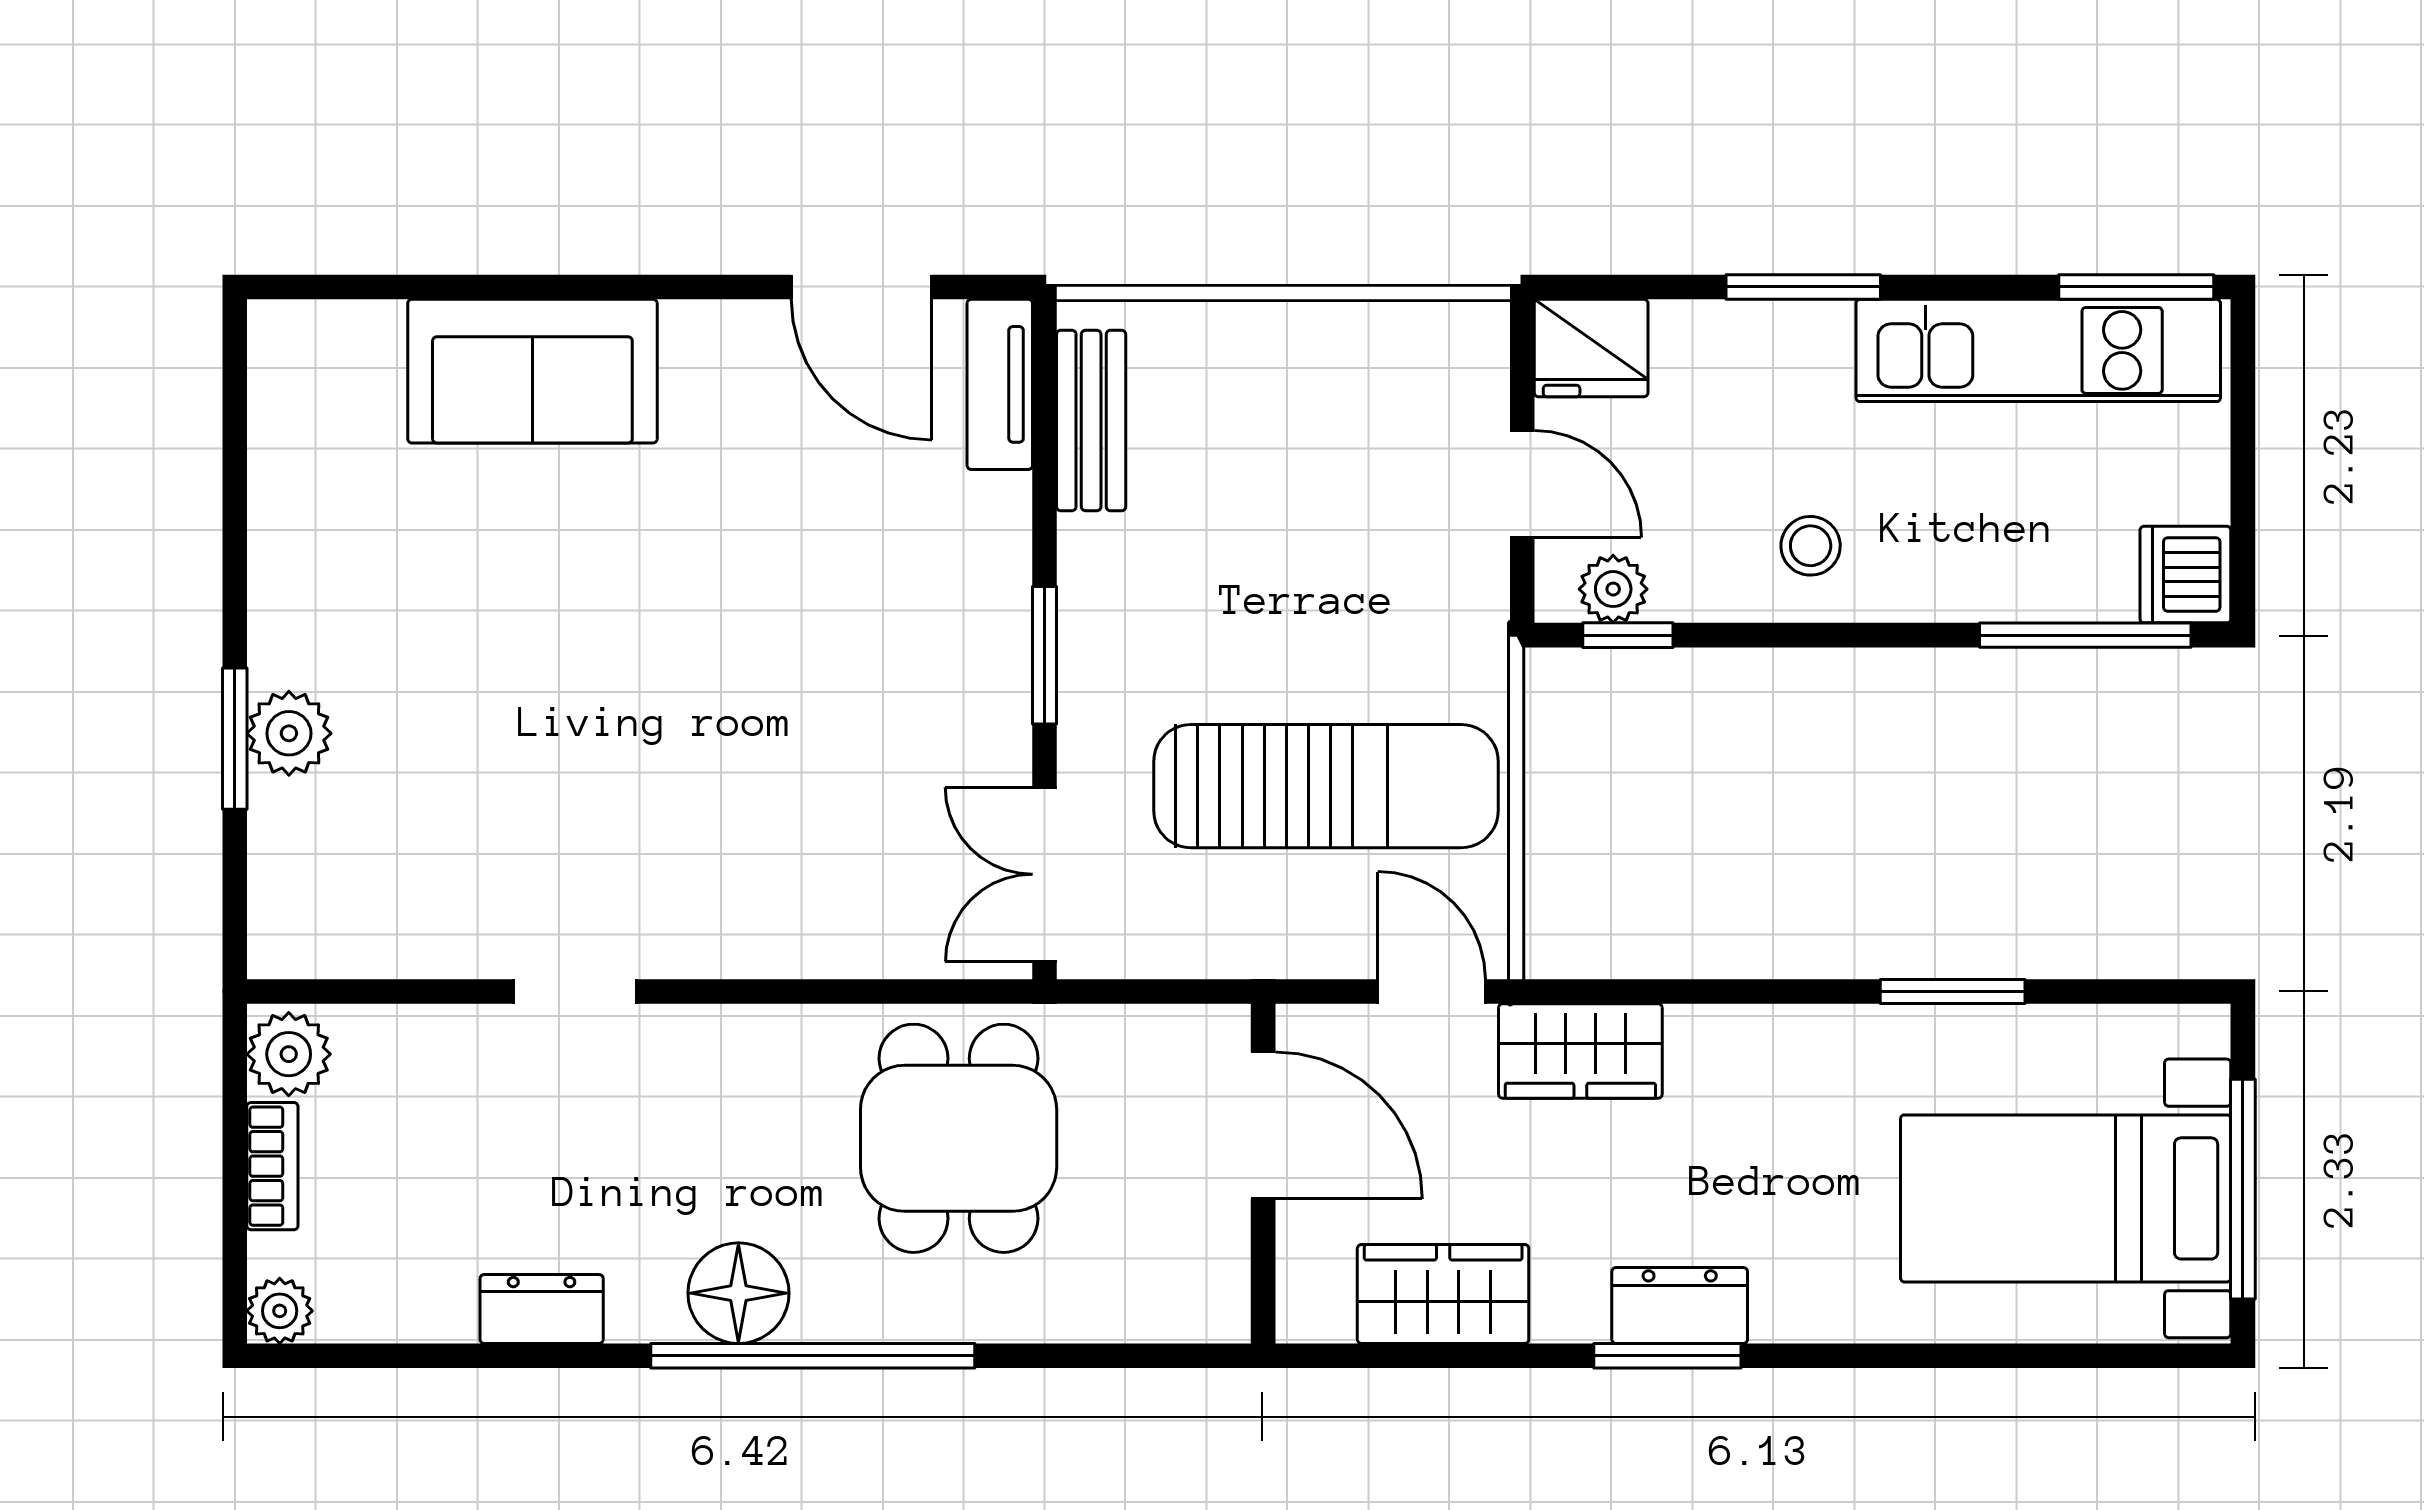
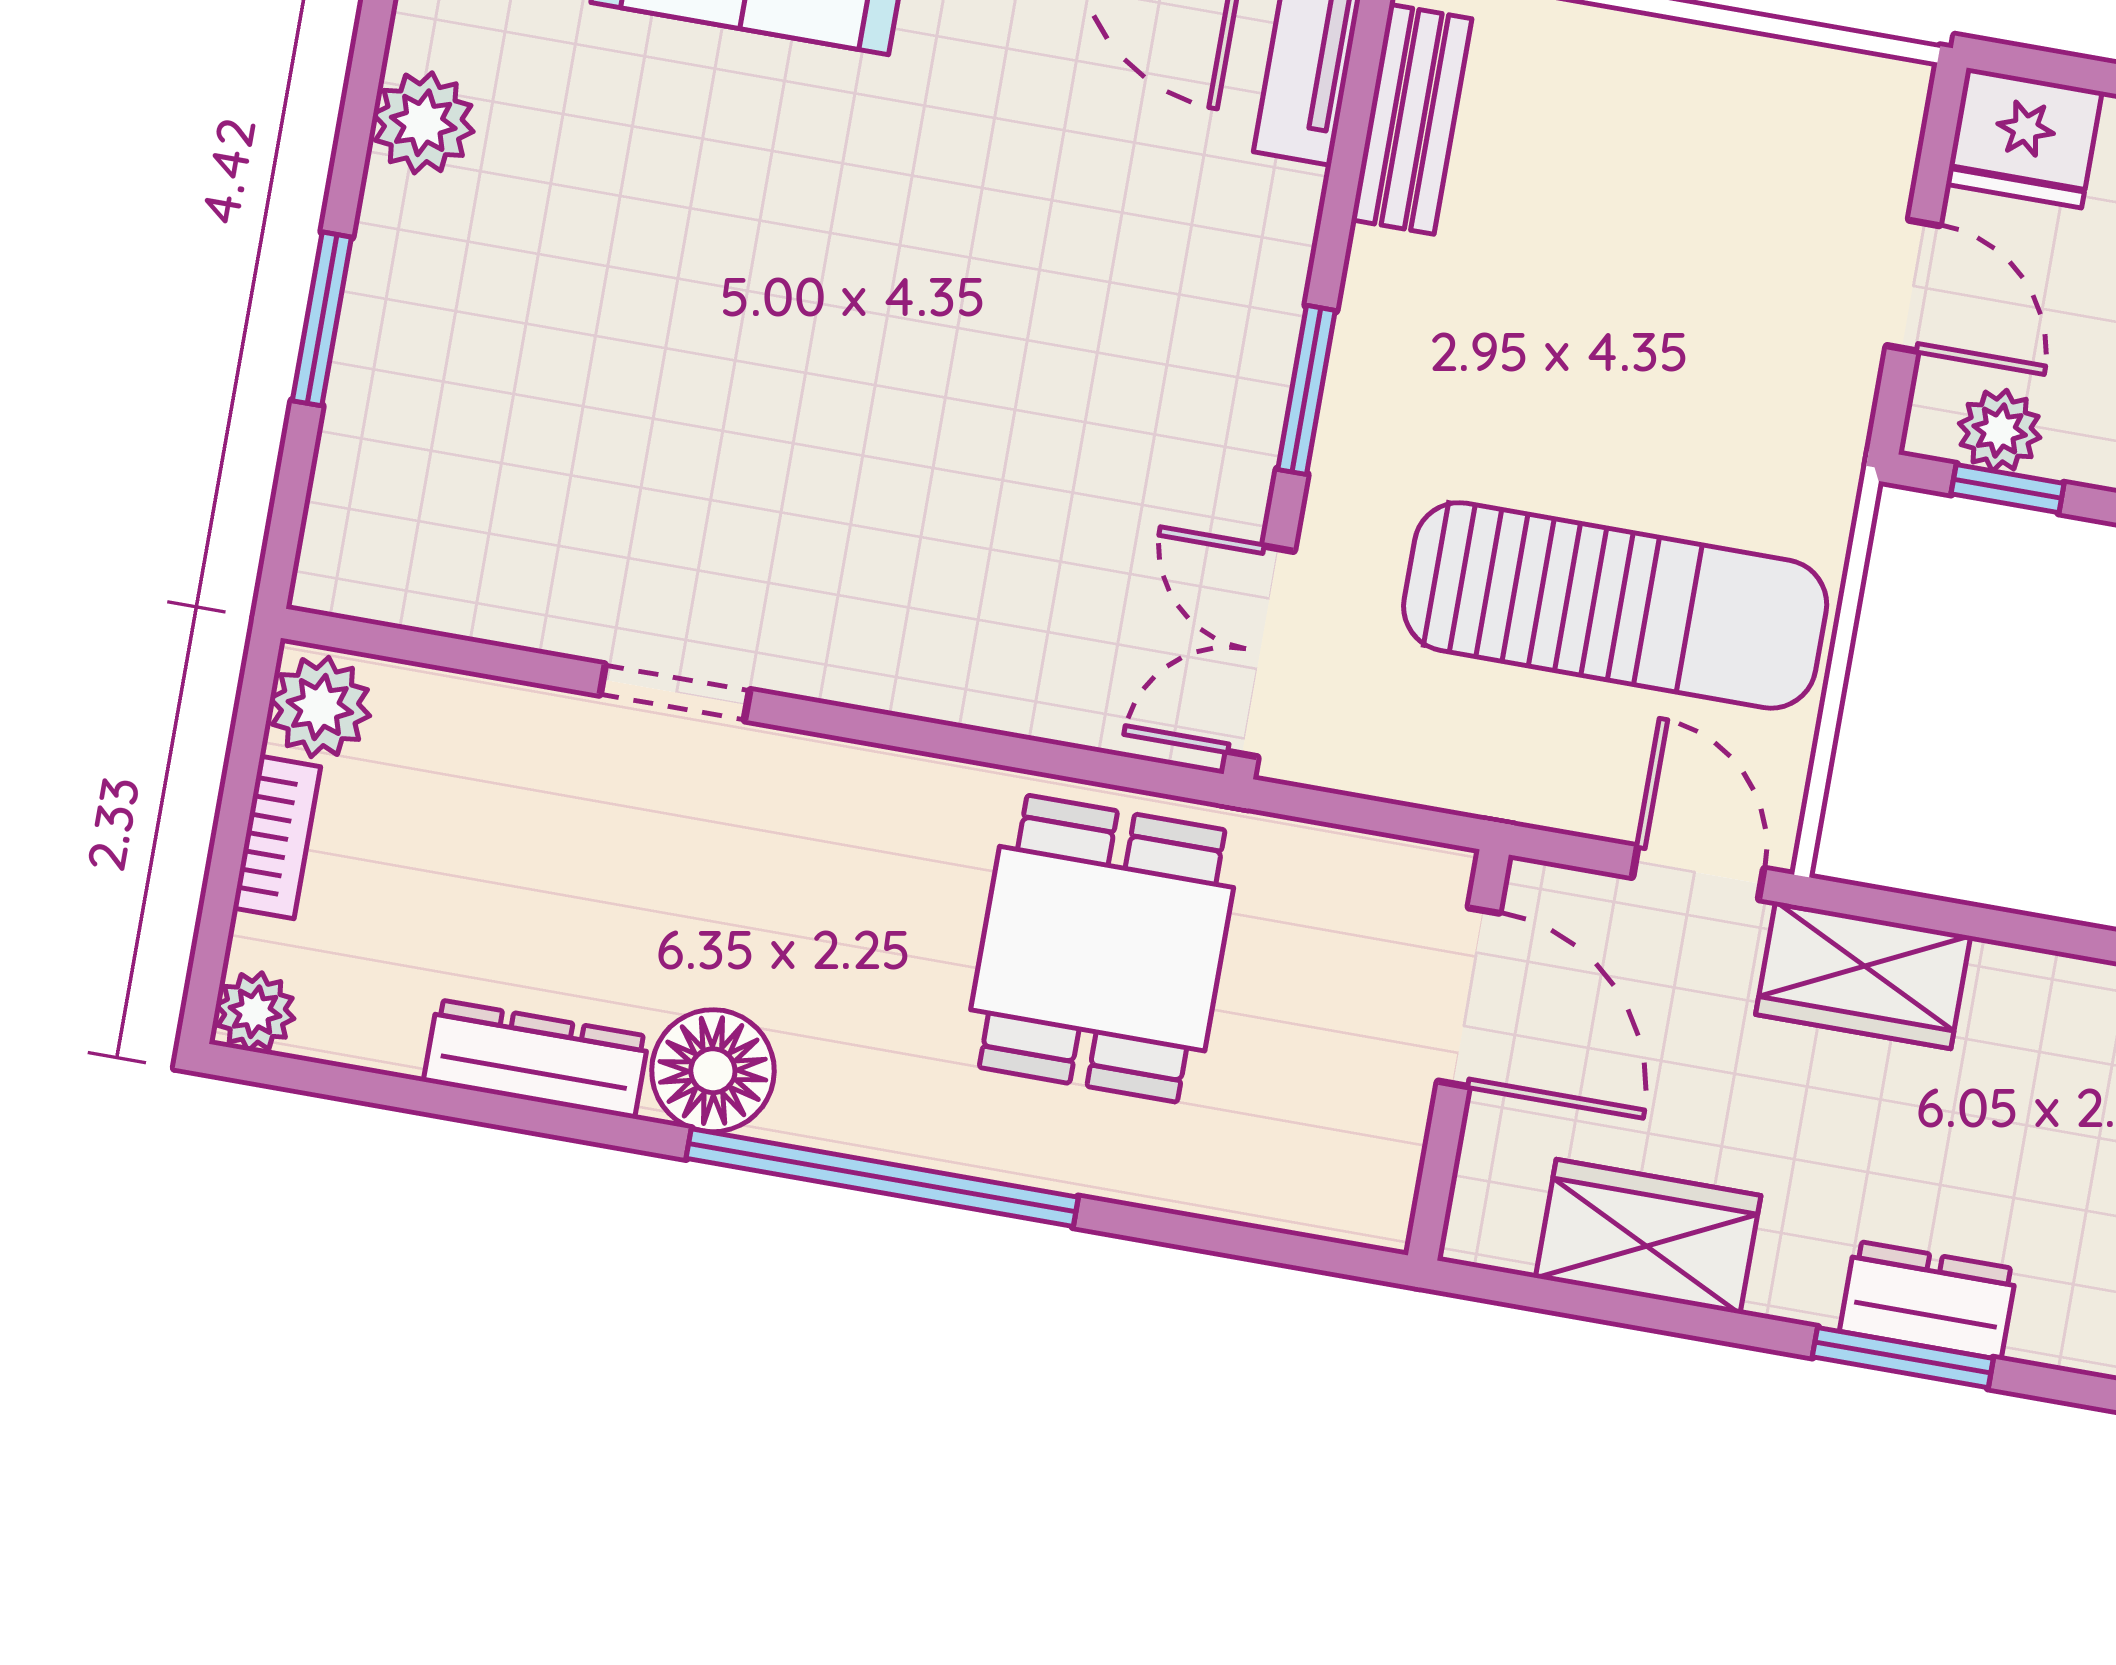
plant: (289, 733) -> (423, 123), moved
floor lamp: (738, 1293) -> (713, 1071), moved
dresser: (542, 1309) -> (536, 1059), width x1.44

